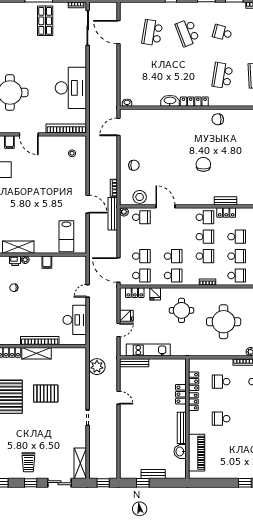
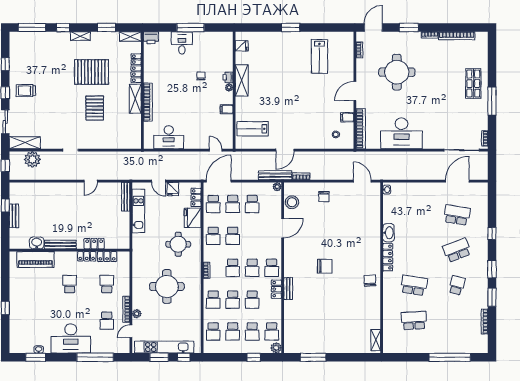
shop shelf: (45, 21) -> (473, 84), moved, turned 90
filing cabinet: (9, 142) -> (347, 117), moved
school desk: (141, 217) -> (252, 204), moved
door: (88, 291) -> (216, 150), moved
fridge: (155, 294) -> (193, 218), width x1.88, depth x1.34
plant: (97, 367) -> (32, 159), moved

